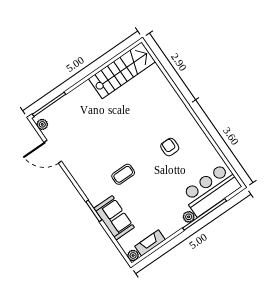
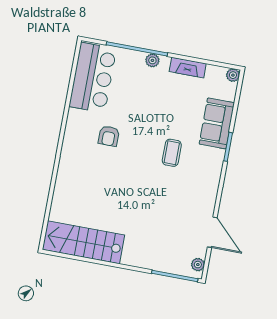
coffee table: (123, 174) -> (172, 153), turned 90
bar counter: (211, 190) -> (93, 78), moved, turned -90
fireplace: (150, 243) -> (188, 68), moved

